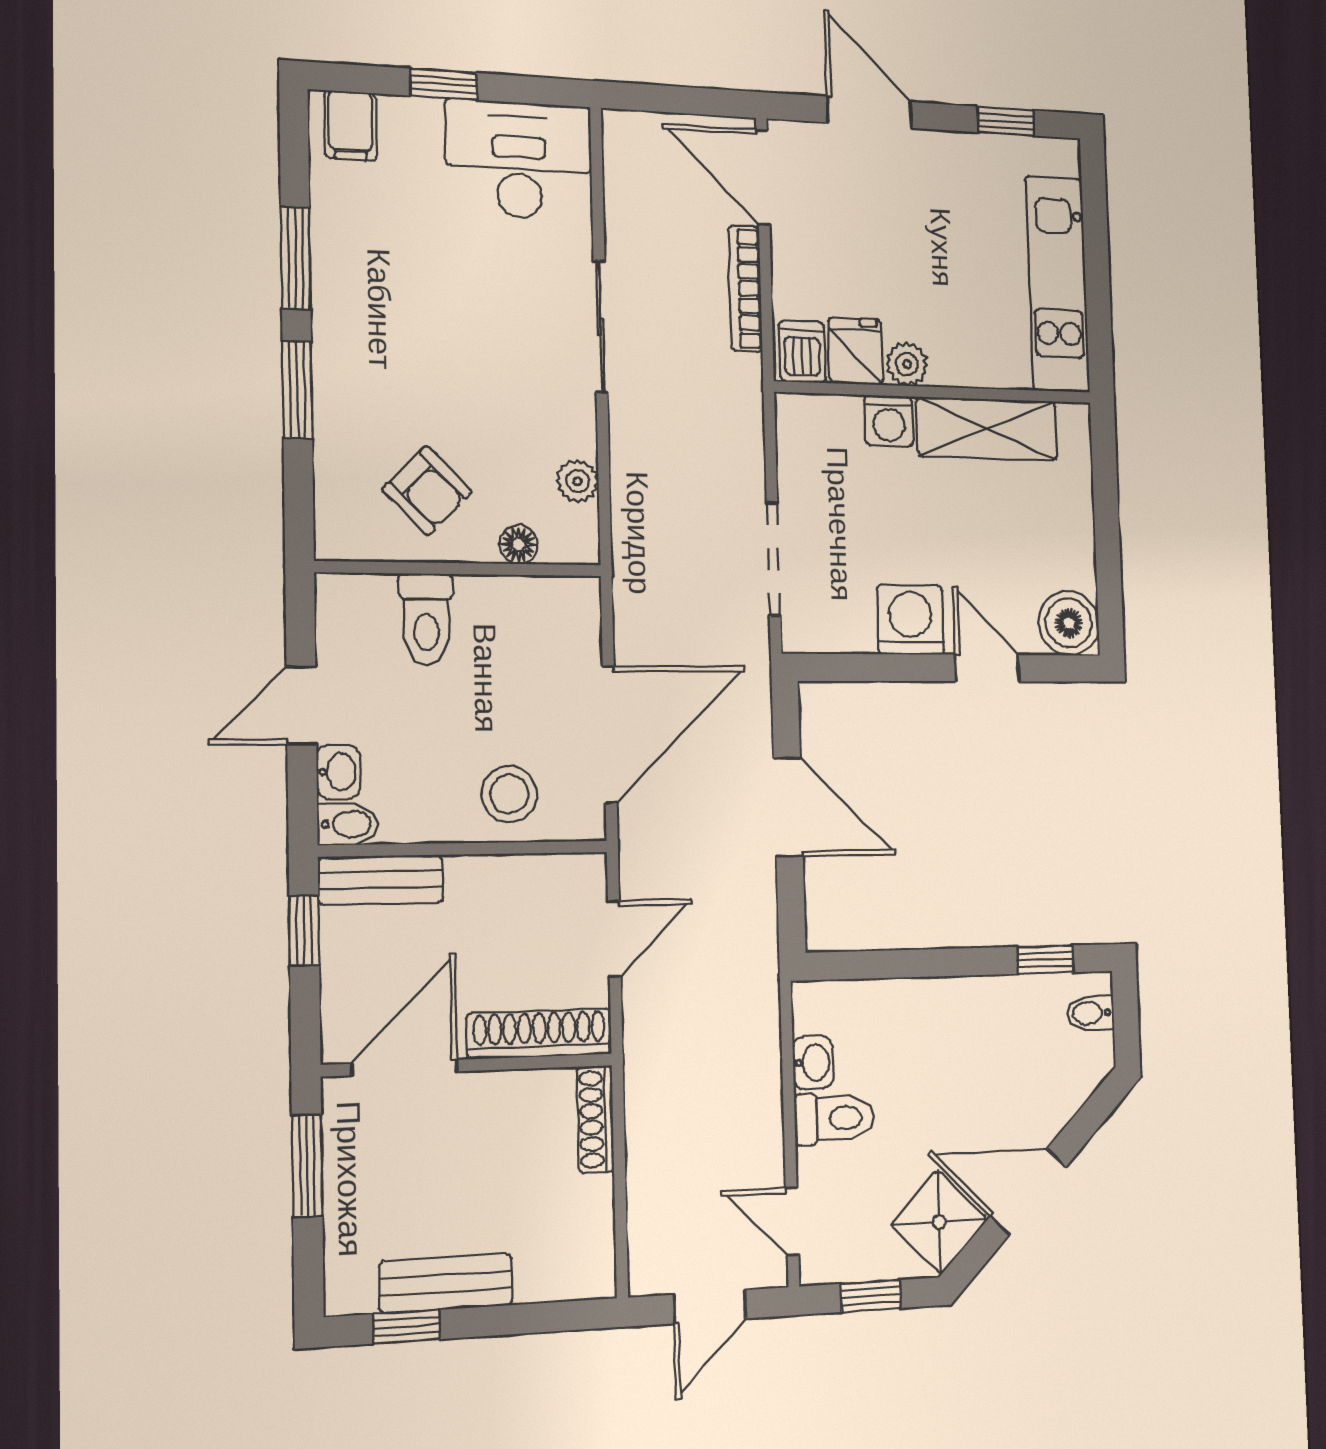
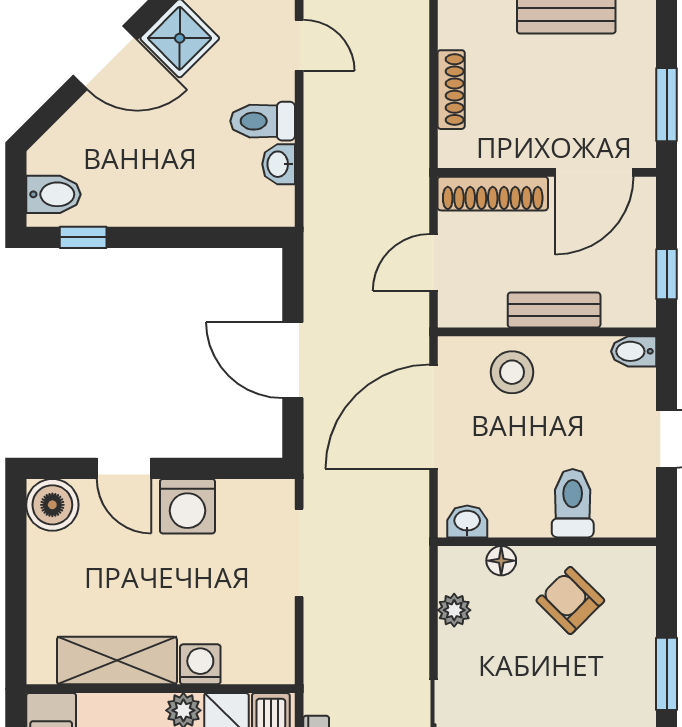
washbasin: (338, 772) -> (467, 522), moved, turned 90
bench: (381, 880) -> (554, 310), moved
bidet: (1091, 1013) -> (53, 194), width x1.38, depth x1.36
shoe rack: (596, 1119) -> (451, 90), moved

